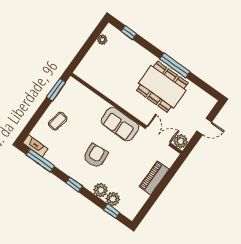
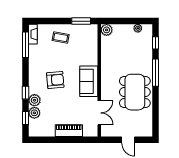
window: (175, 65) -> (156, 73), moved
plant: (181, 141) -> (107, 30), moved
window: (74, 184) -> (25, 93), moved

